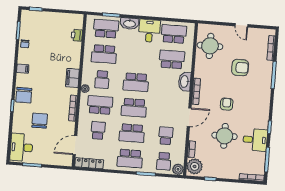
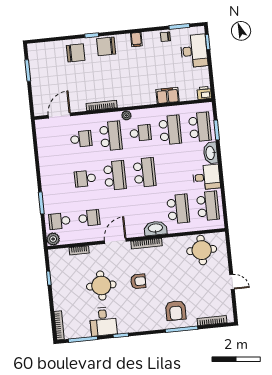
door: (241, 25) -> (232, 282), swing flipped
printer: (77, 35) -> (204, 93), moved
school desk: (104, 54) -> (170, 130), turned 180
armchair: (240, 68) -> (176, 311), moved
filing cabinet: (72, 78) -> (167, 96), moved
school desk: (102, 80) -> (140, 133), turned 180
school desk: (136, 82) -> (144, 172), turned 180
school desk: (134, 108) -> (115, 175), turned 180
door: (189, 117) -> (115, 241), swing flipped
chair: (40, 121) -> (76, 53), moved
school desk: (132, 133) -> (85, 178), width x0.54
door: (75, 145) -> (59, 116), hinge flipped
desk: (21, 147) -> (194, 51), moved, turned 90
school desk: (130, 159) -> (55, 182), removed
locker: (89, 163) -> (42, 136), removed
plant: (195, 166) -> (60, 258), removed

